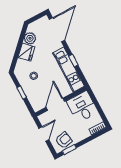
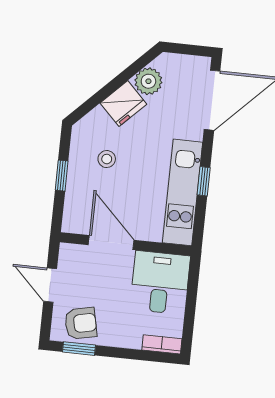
door: (55, 104) -> (111, 242), hinge flipped
door: (44, 134) -> (50, 285), swing flipped

